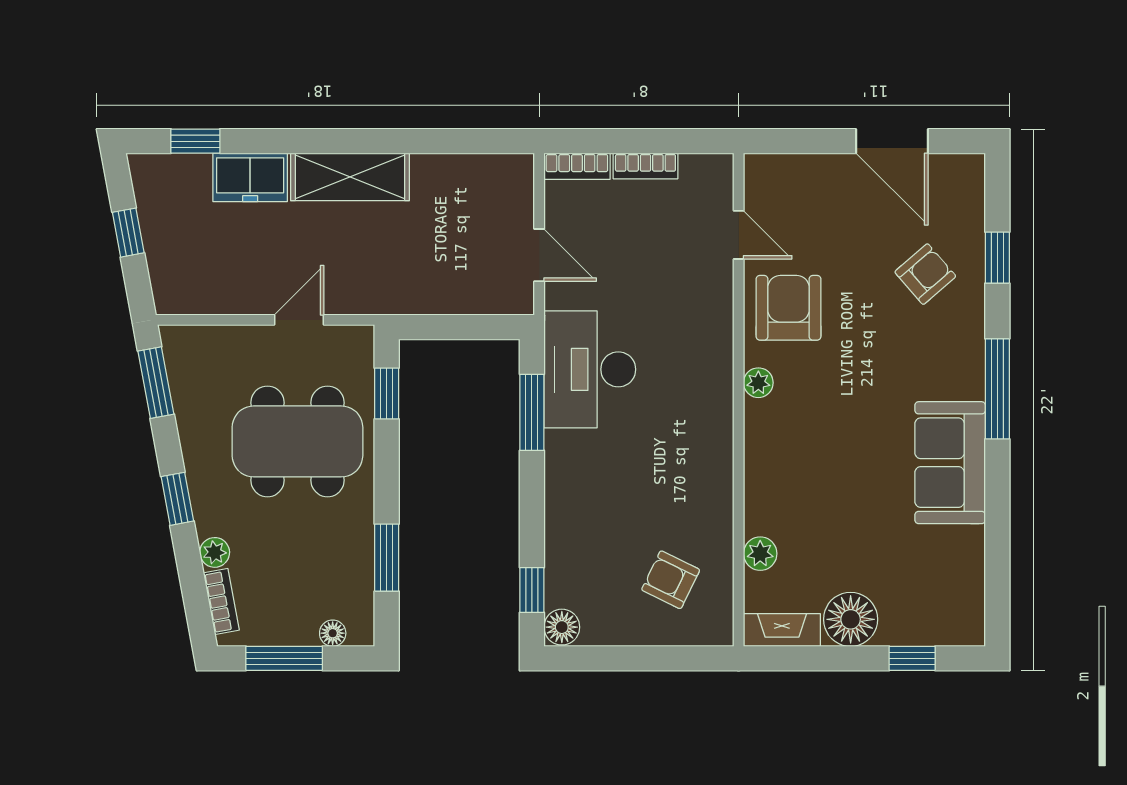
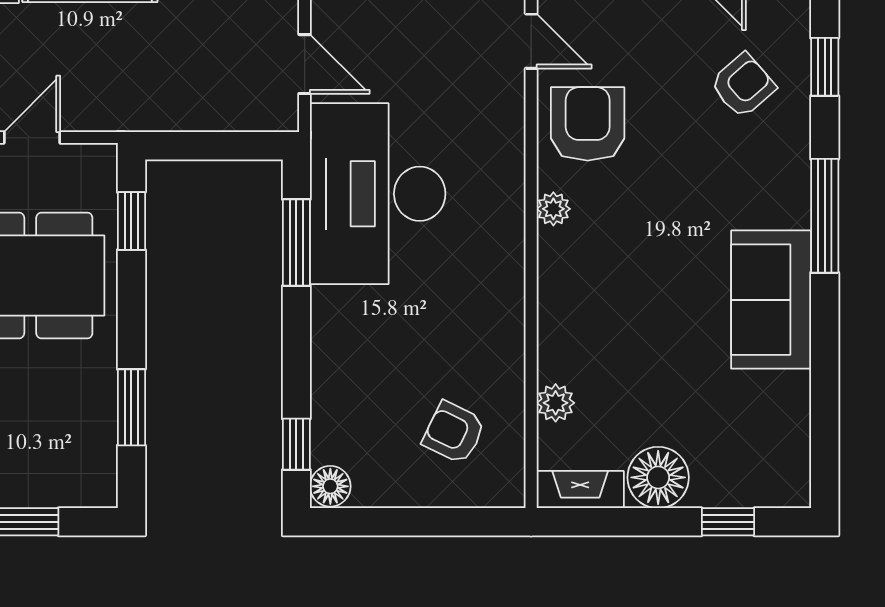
desk: (590, 369) -> (378, 194), width x1.36, depth x1.30
floor lamp: (333, 633) -> (70, 493), removed

